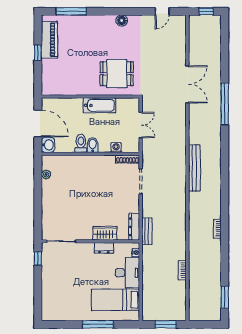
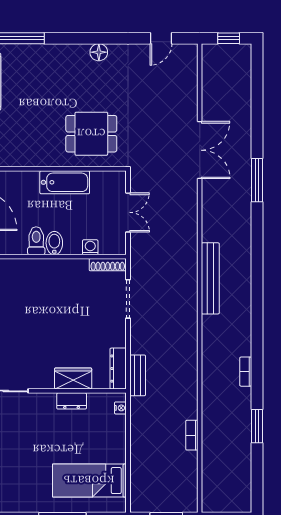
window: (225, 104) -> (257, 180), width x0.68
desk: (127, 273) -> (108, 439), removed
window: (225, 297) -> (257, 426), moved

